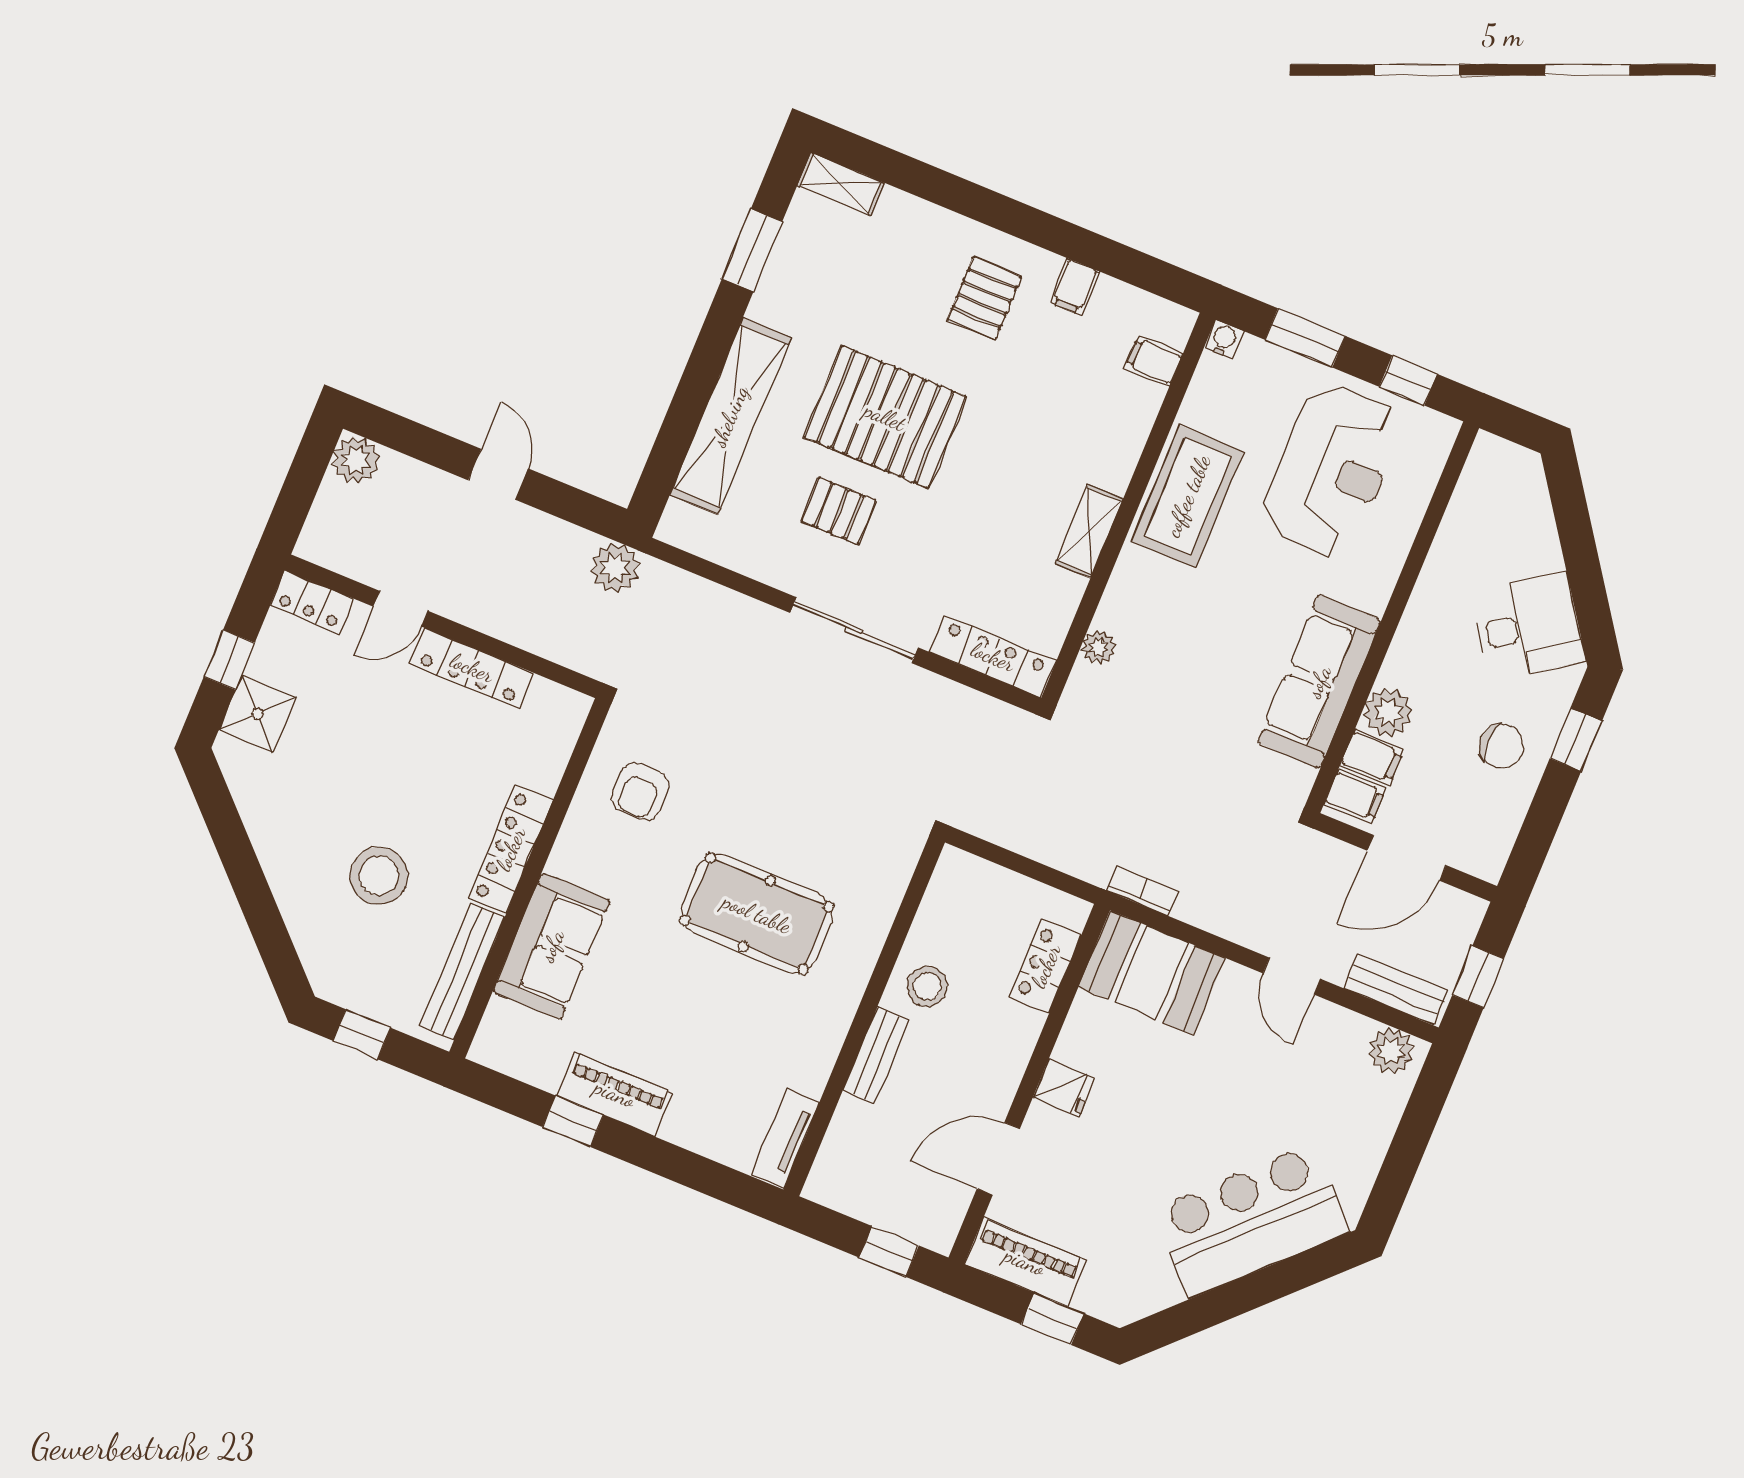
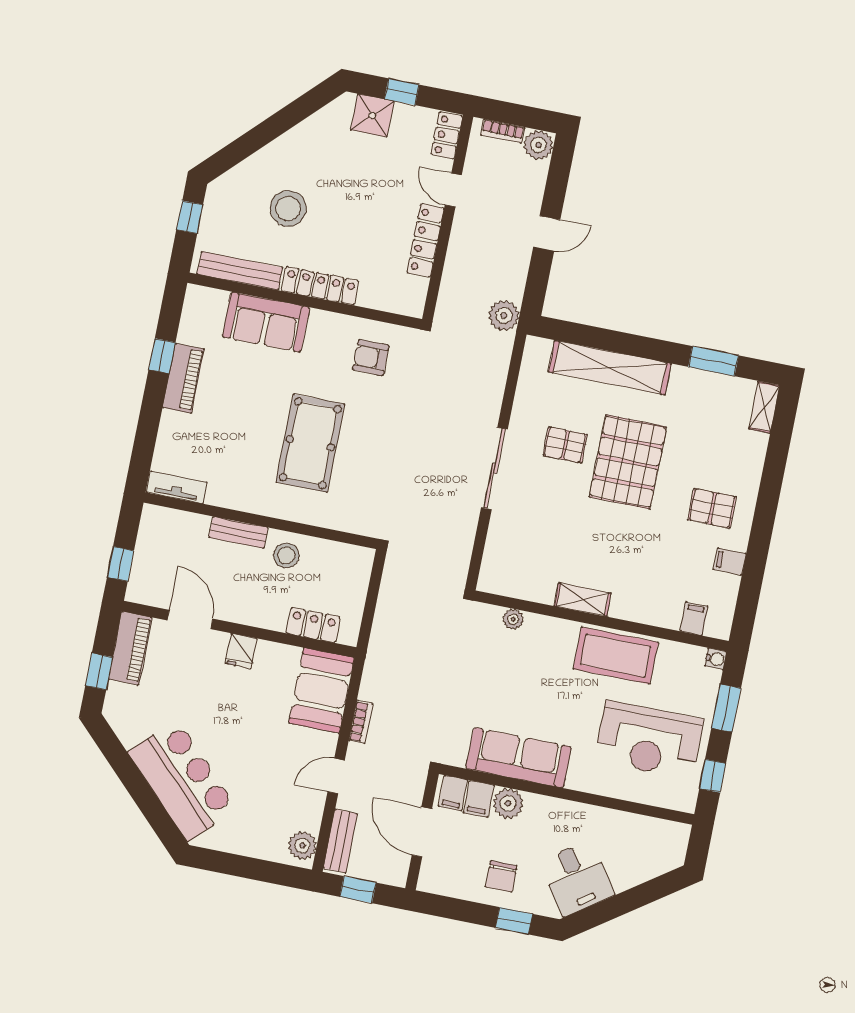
pallet: (839, 511) -> (565, 445), turned 90
bookcase: (323, 512) -> (503, 131), added
locker: (993, 657) -> (495, 556), removed
bookcase: (1142, 891) -> (361, 722), moved

